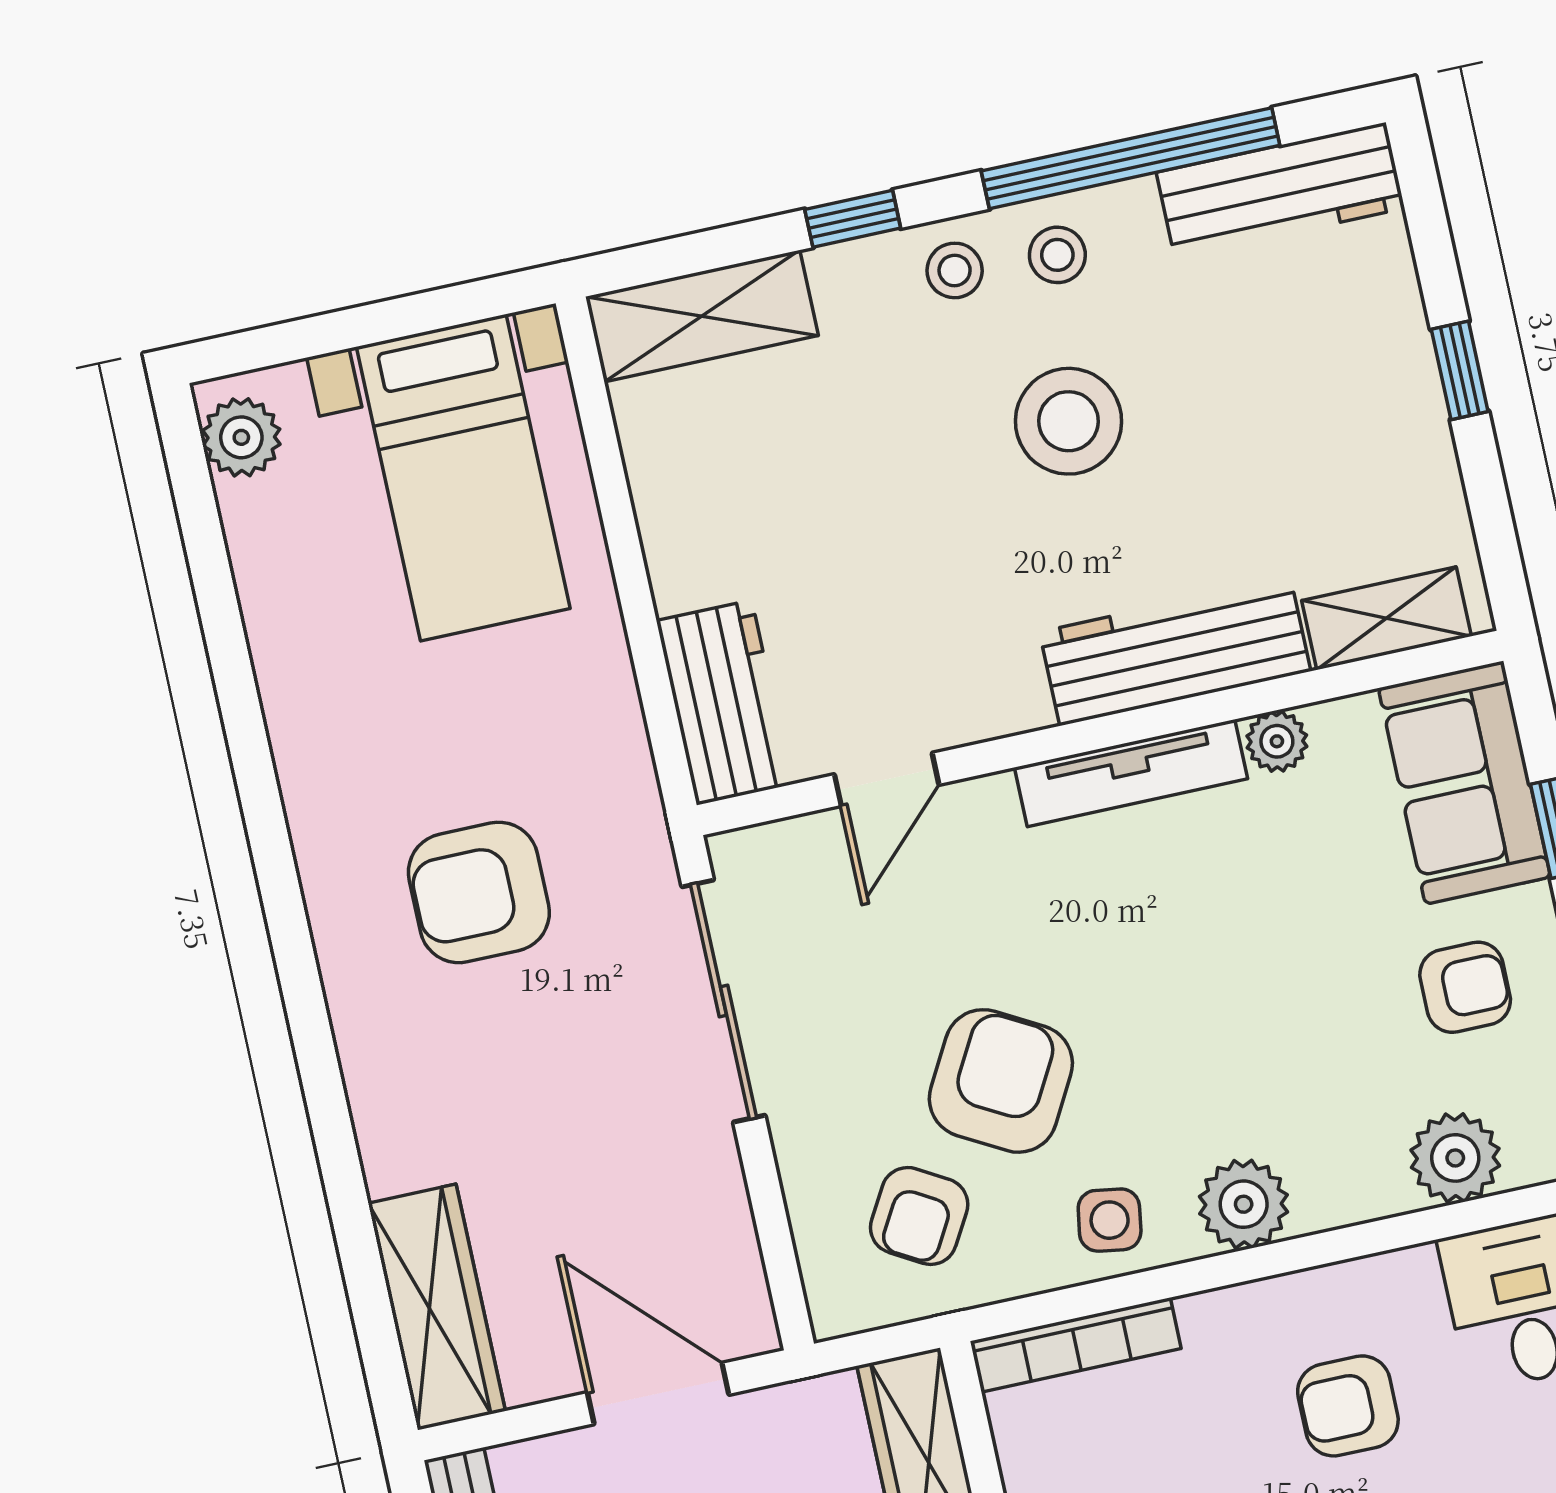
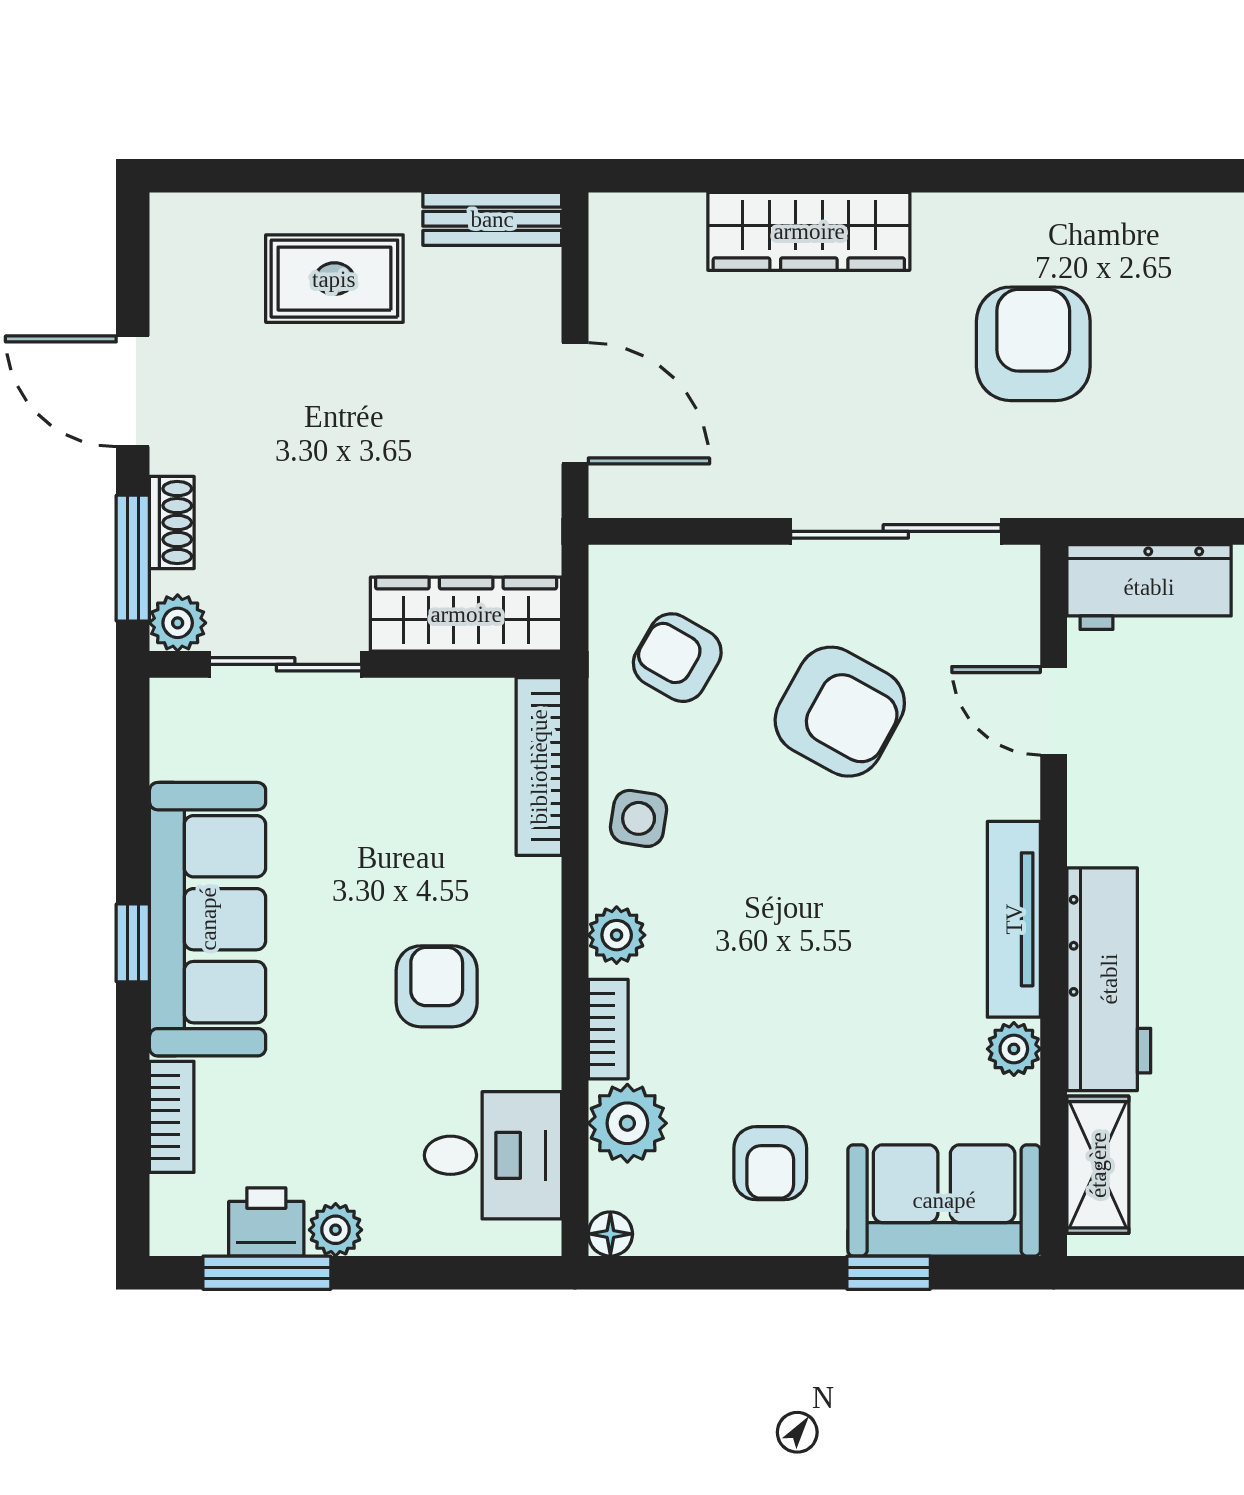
armchair: (1001, 1081) -> (840, 712), moved
bookcase: (1354, 1203) -> (608, 1029), added
plant: (1244, 1204) -> (617, 935), width x0.73, depth x0.73
wardrobe: (437, 1307) -> (809, 231), moved
door: (658, 1393) -> (575, 403), hinge flipped

